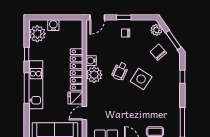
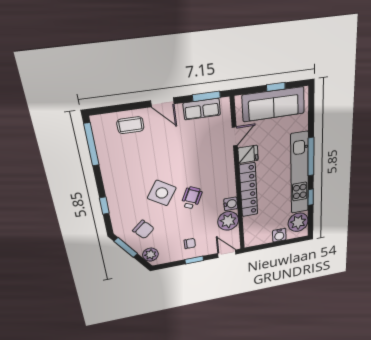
door: (97, 17) -> (227, 254), hinge flipped
plant: (94, 75) -> (228, 221), moved
kitchen unit: (36, 85) -> (300, 173), width x1.36

